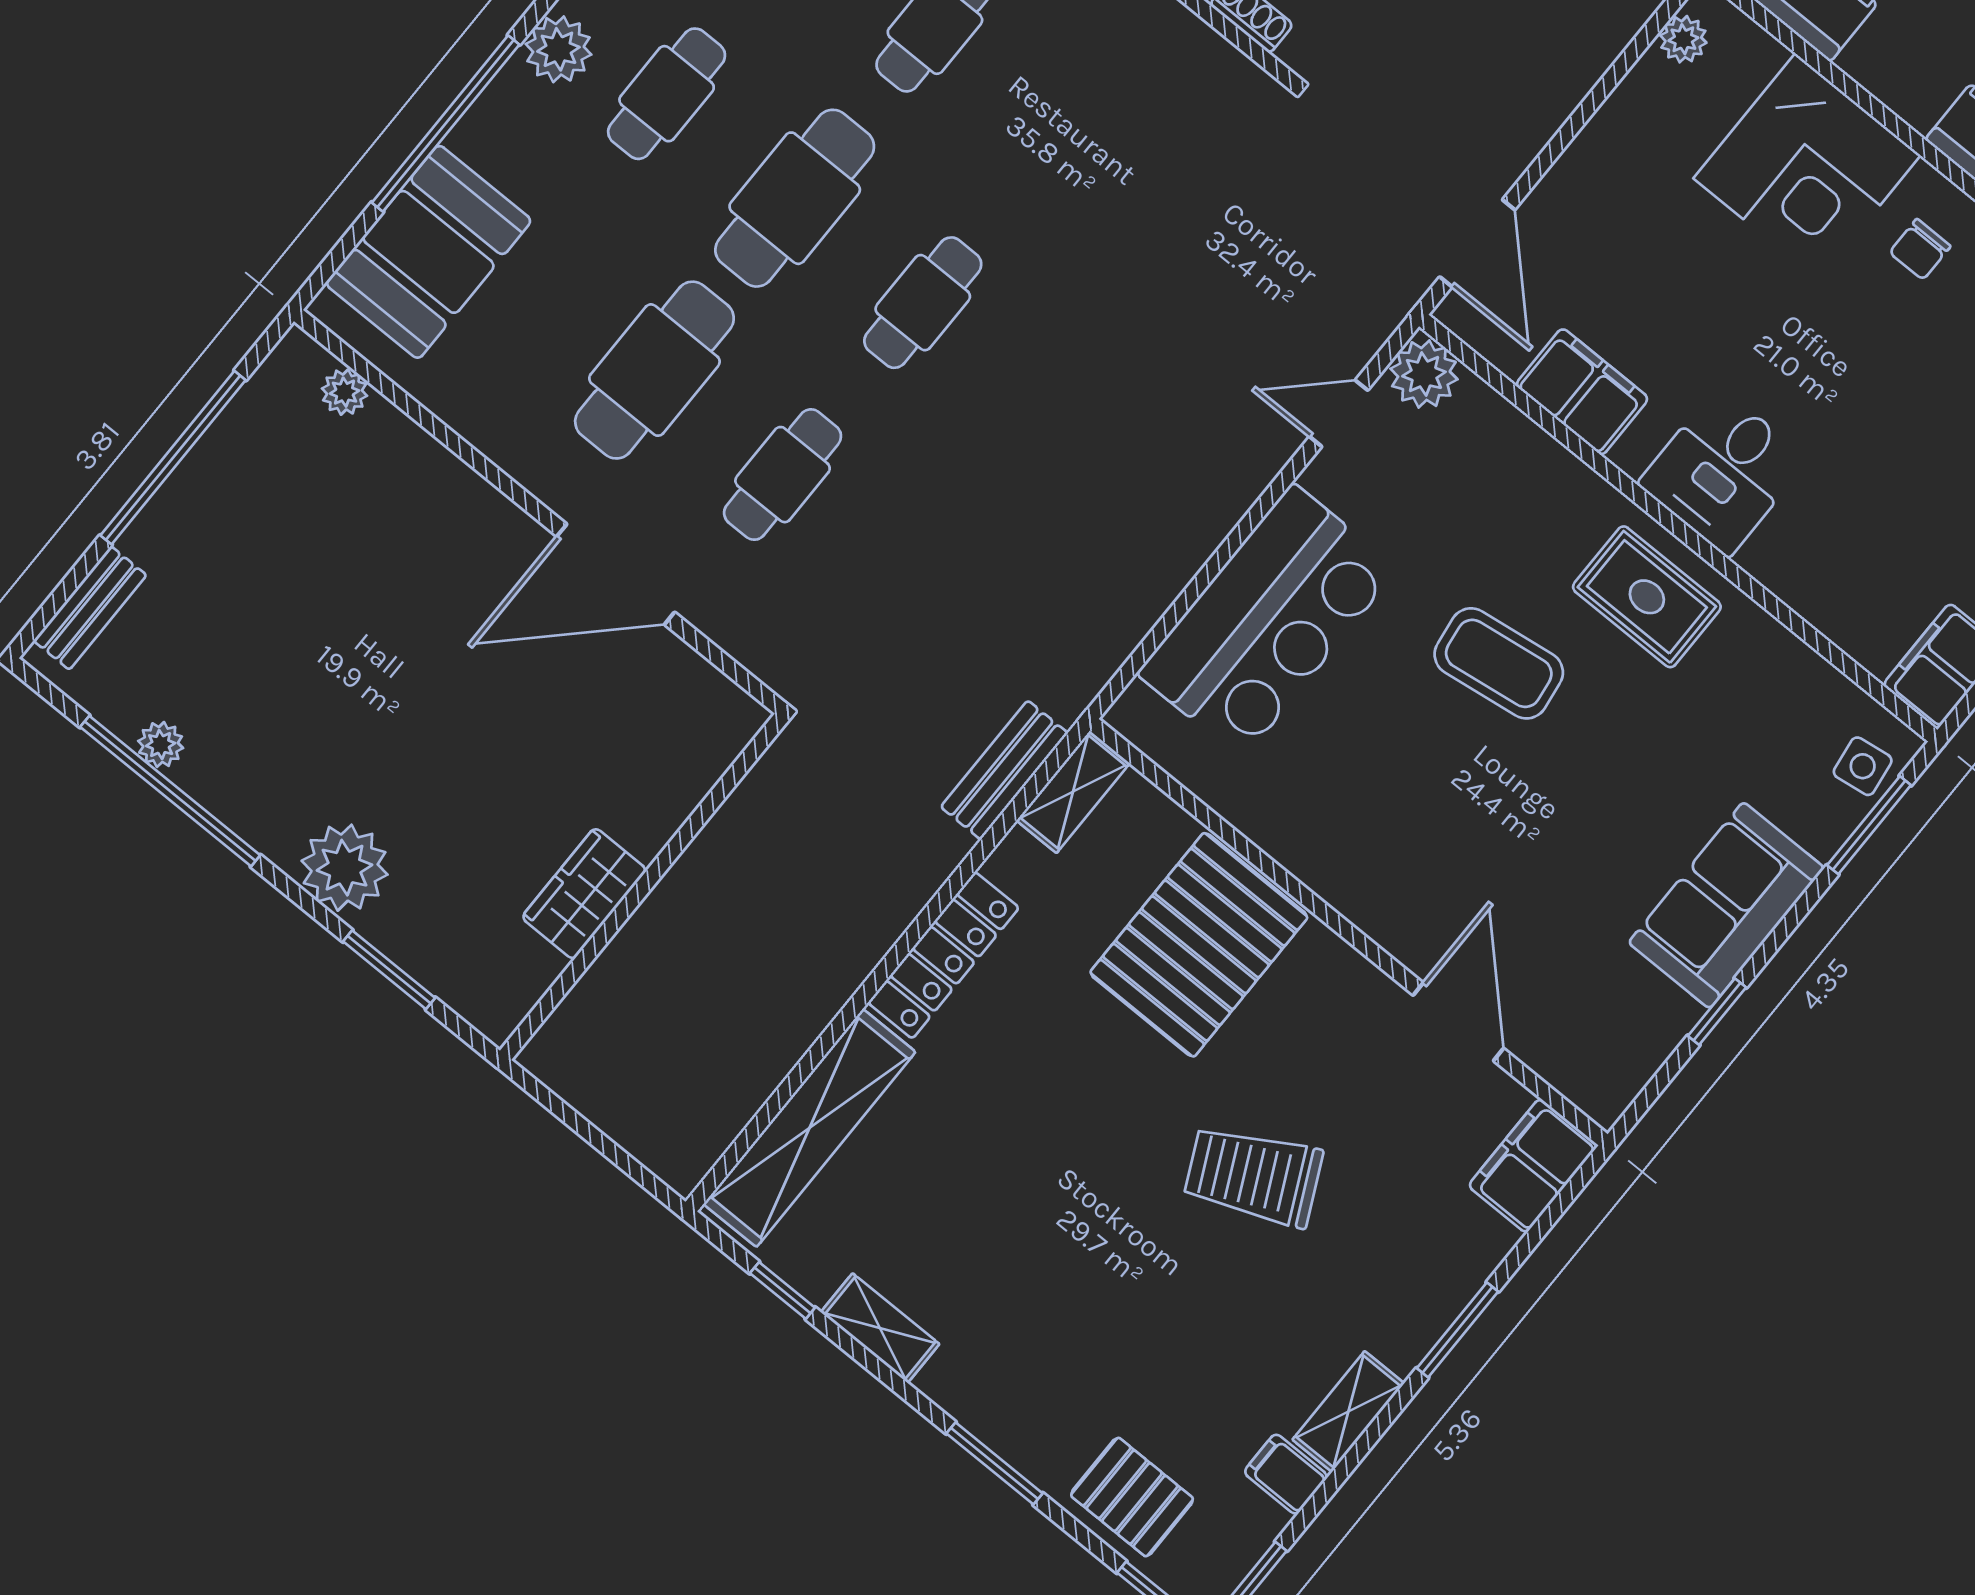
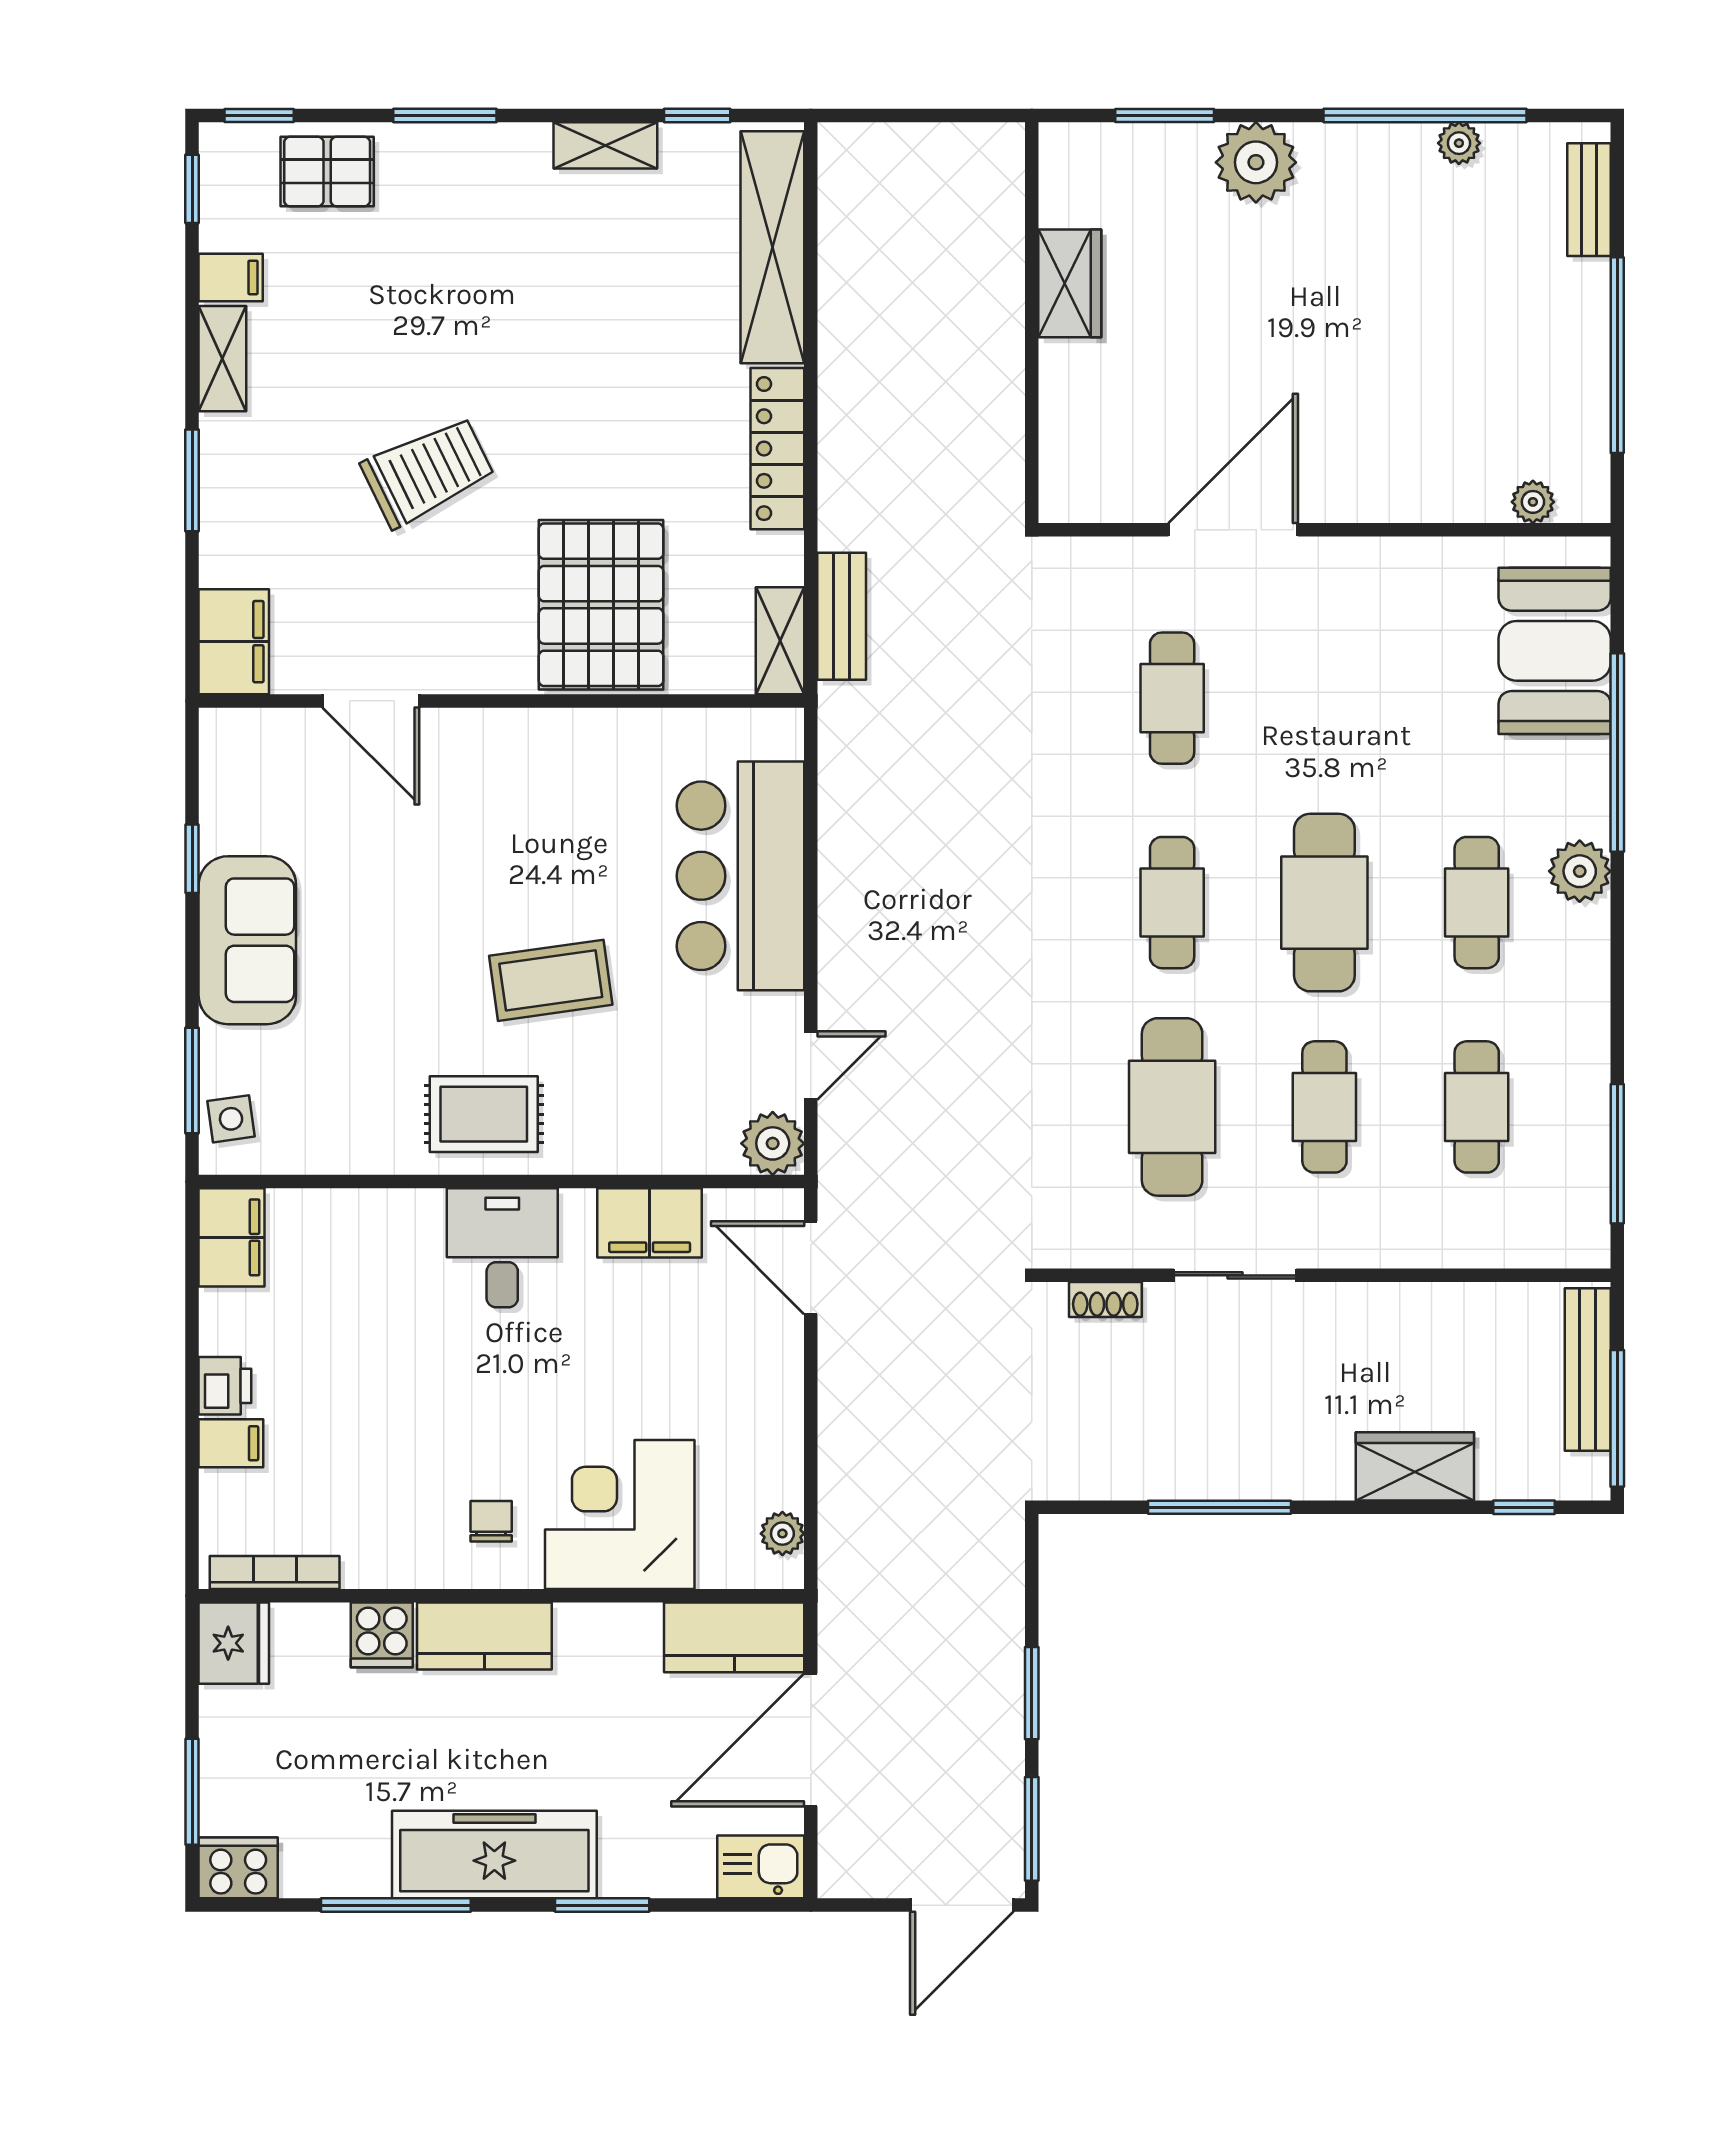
cafe table: (654, 370) -> (1172, 1107), moved

